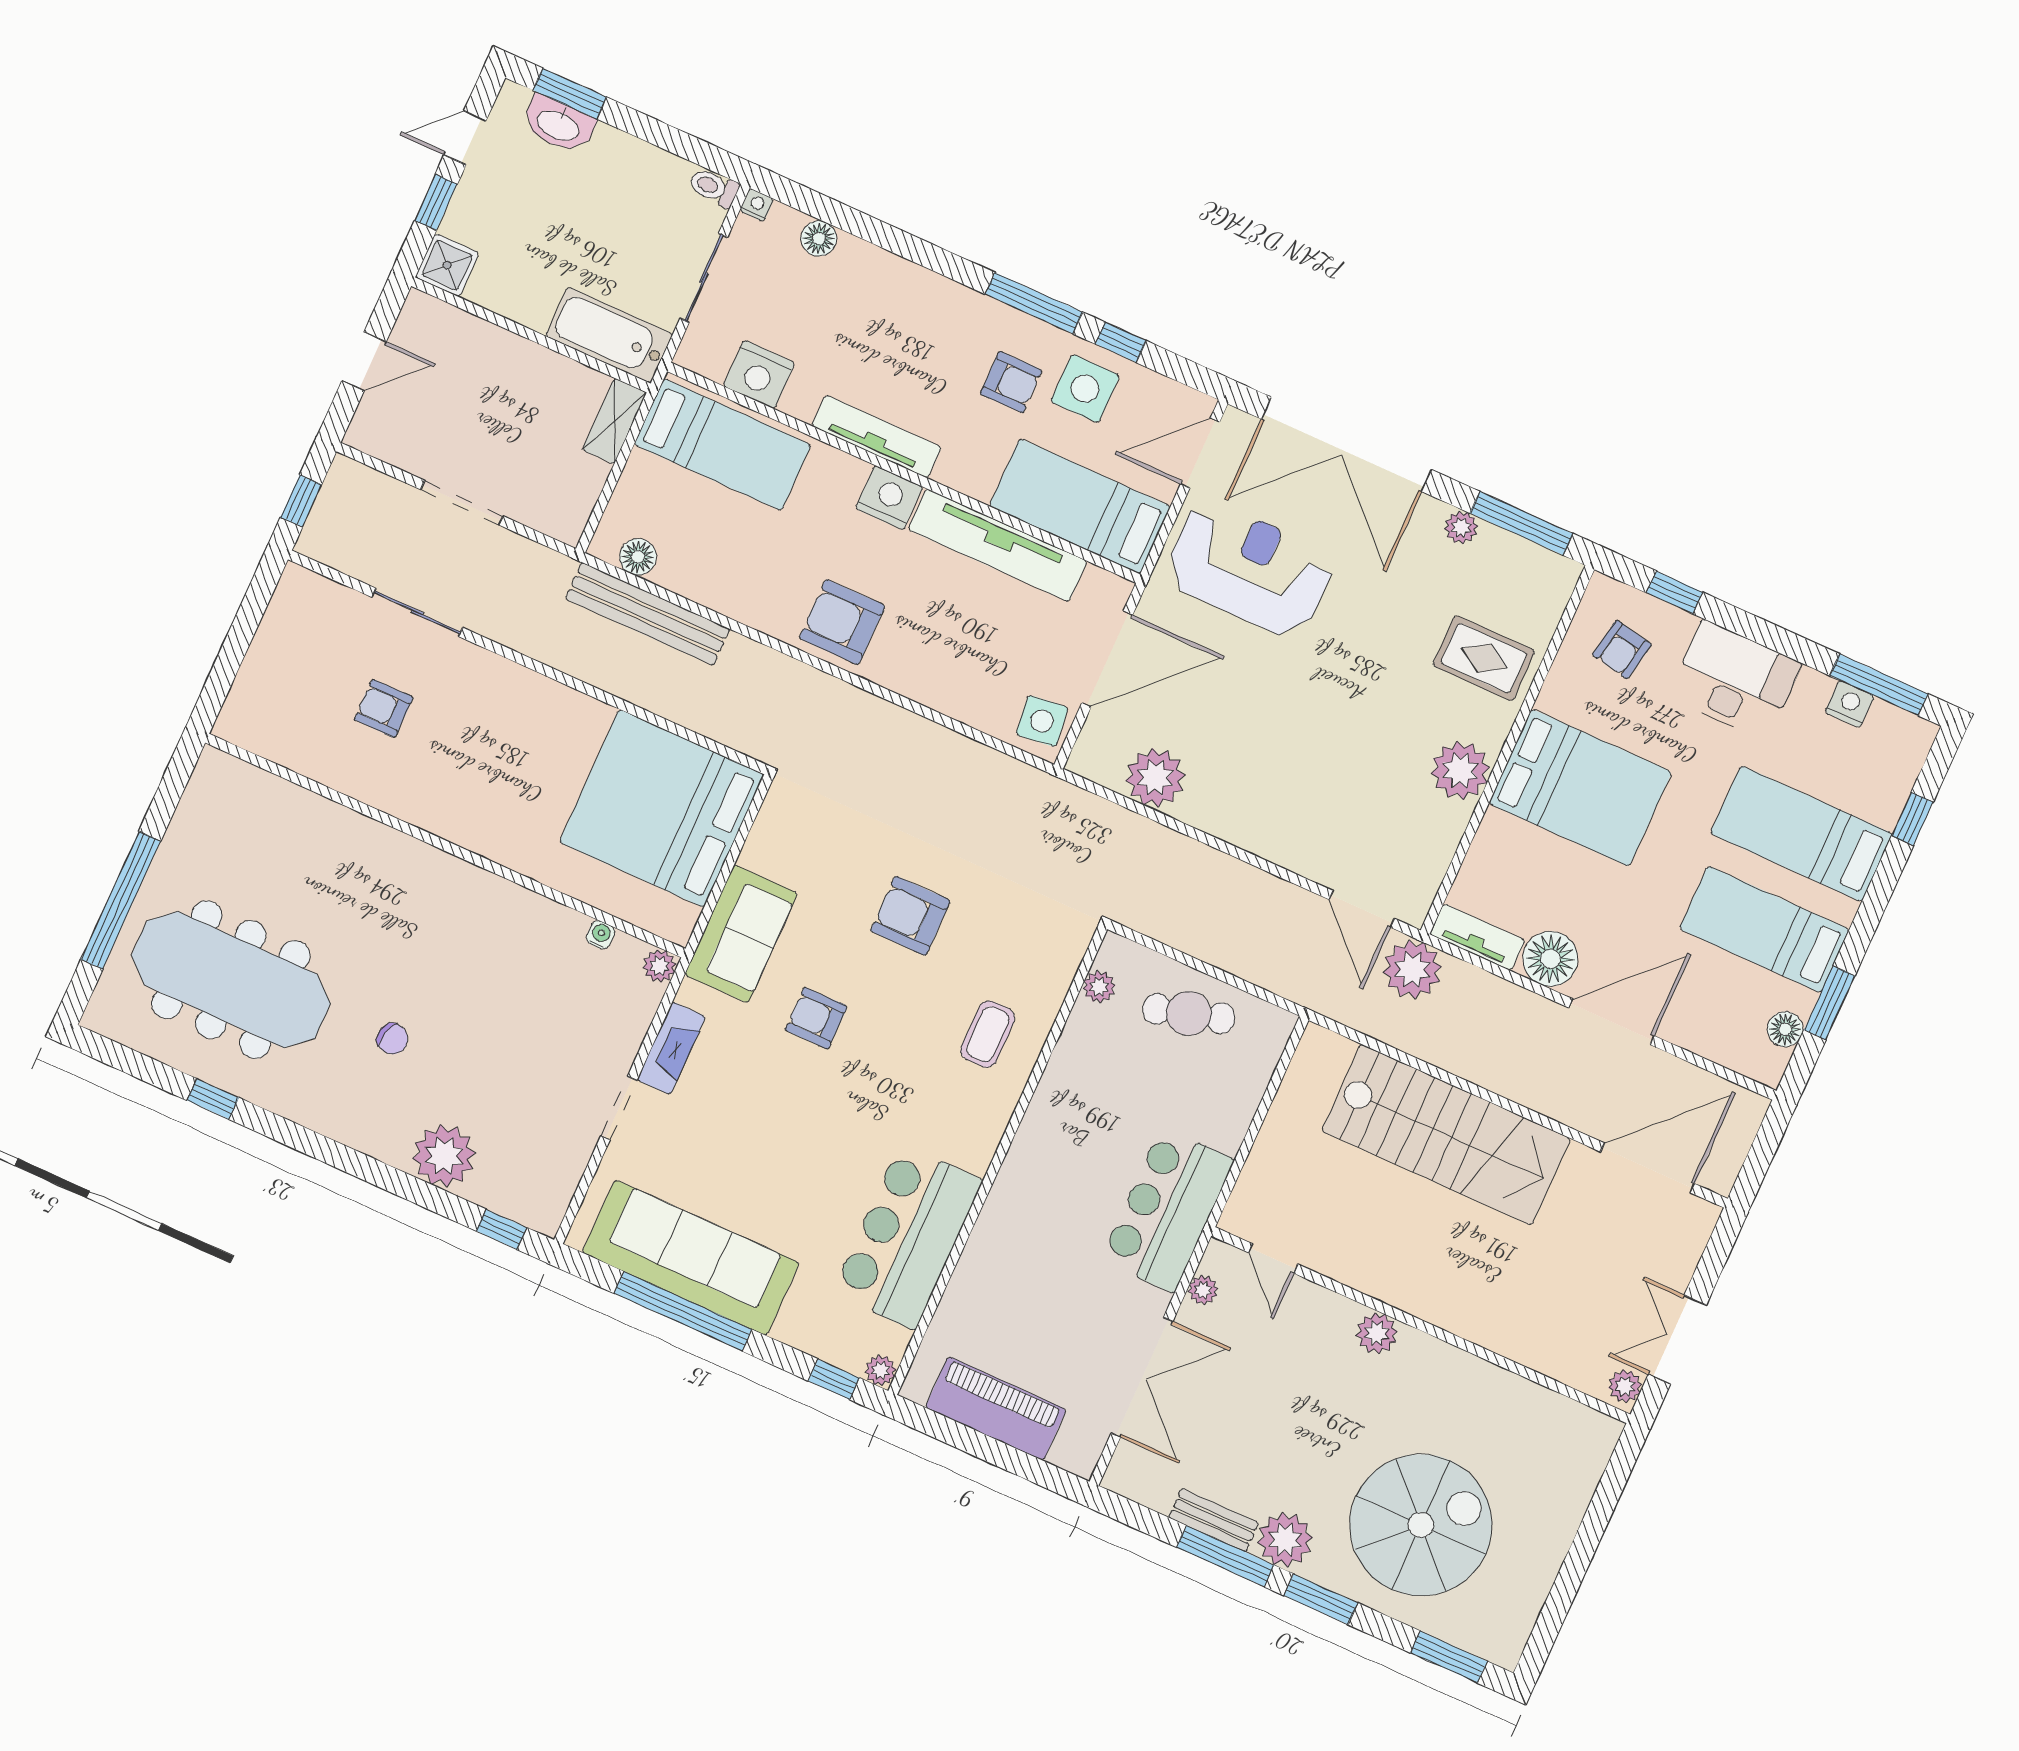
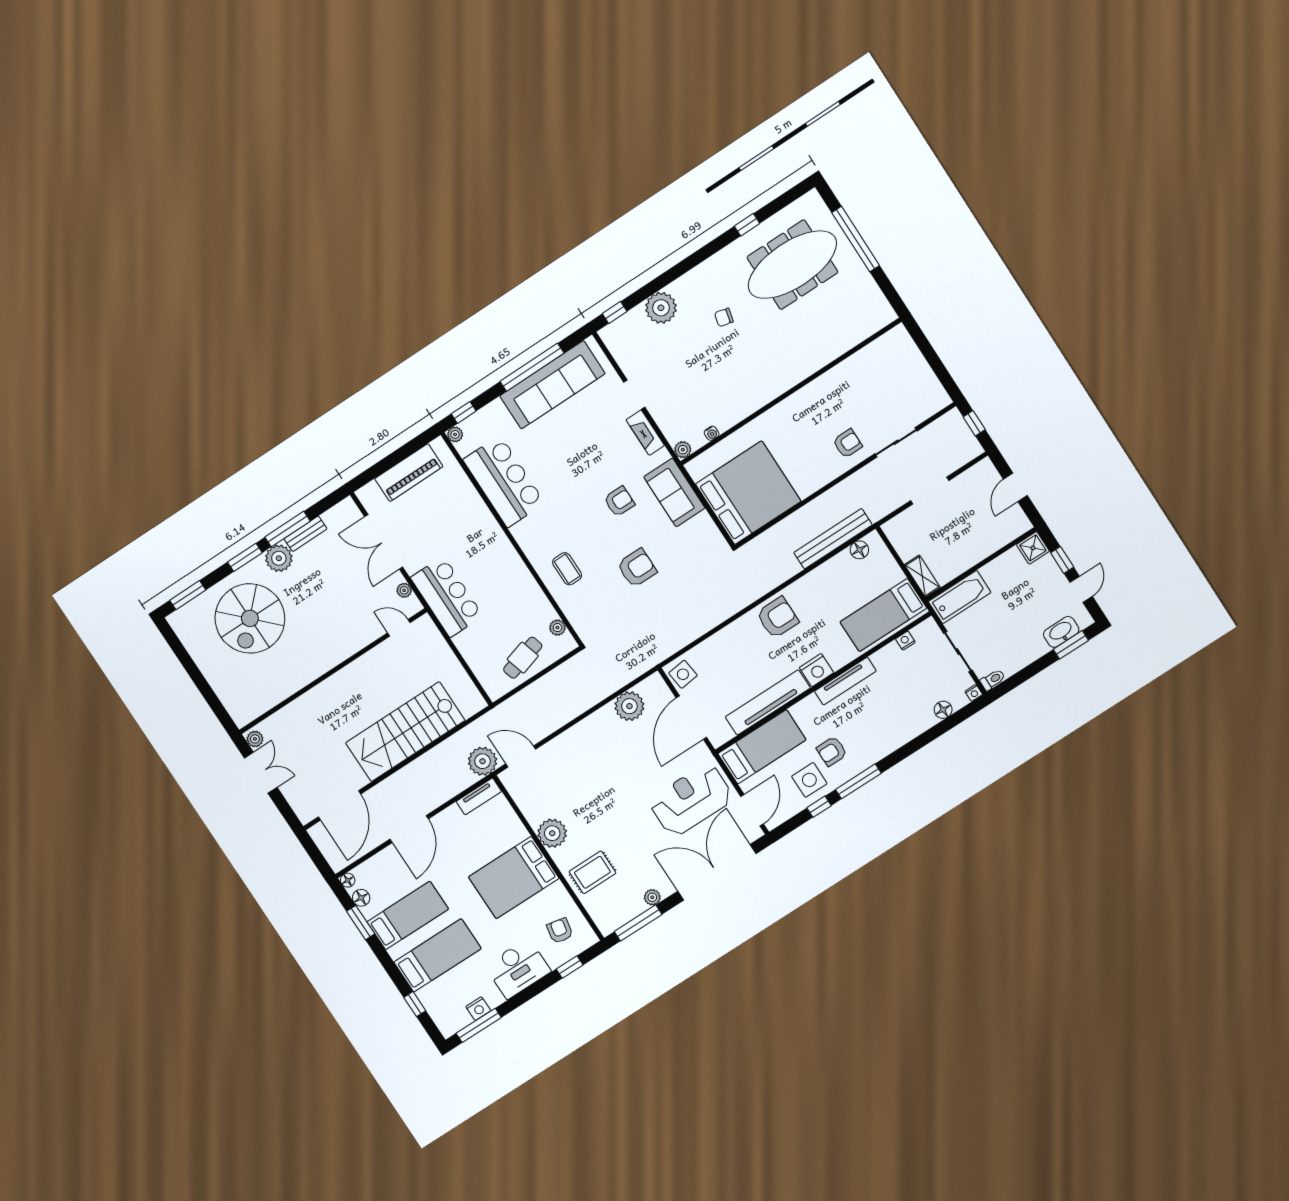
nightstand: (759, 374) -> (905, 641), width x0.53, depth x0.56
reception desk: (1249, 569) -> (691, 800), turned 180
armchair: (384, 708) -> (847, 443), moved
floor lamp: (1550, 959) -> (348, 880), moved, width x0.53, depth x0.53
plant: (1377, 1333) -> (341, 651), removed

